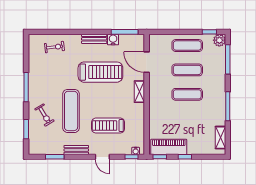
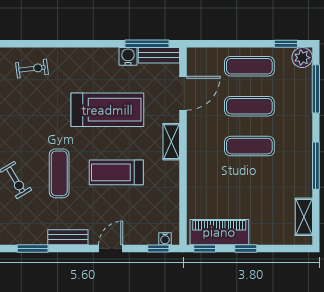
bench: (94, 39) -> (159, 55), moved
door: (147, 62) -> (183, 93), swing flipped
exercise mat: (71, 111) -> (59, 173), width x0.73, depth x0.69
treadmill: (108, 126) -> (116, 172), moved
door: (102, 157) -> (111, 248), swing flipped

